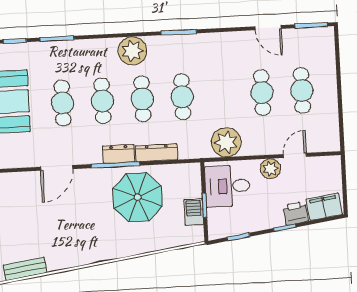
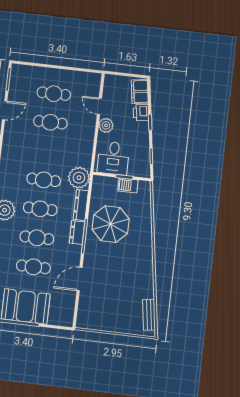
plant: (226, 142) -> (79, 178), moved
door: (57, 168) -> (80, 279), swing flipped

